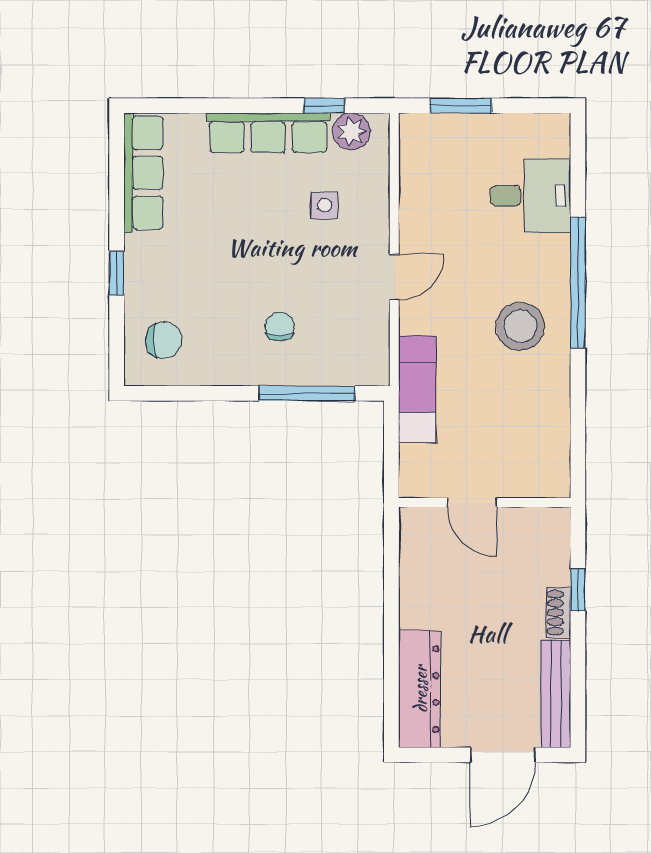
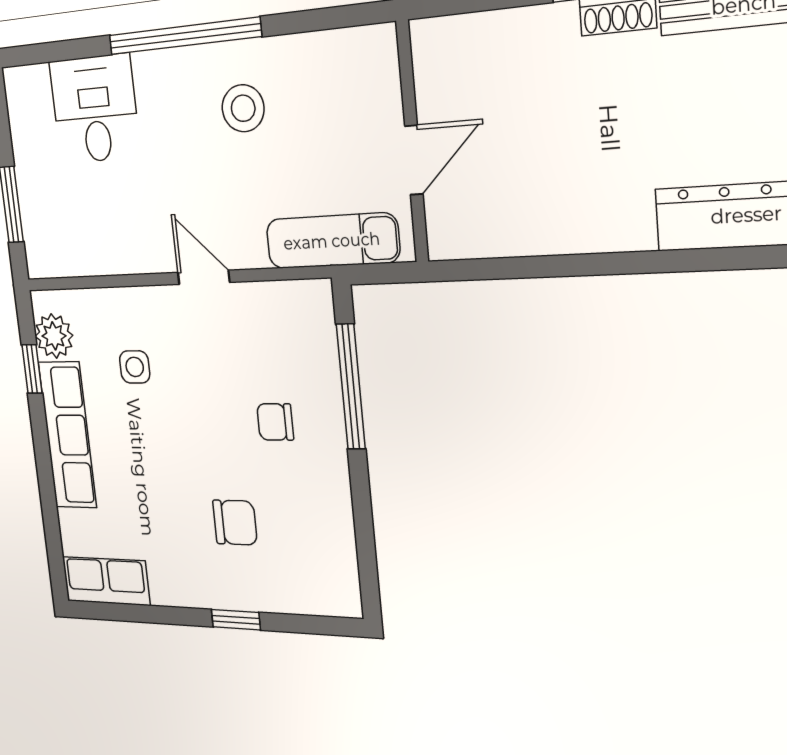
row of seats: (143, 173) -> (106, 581), width x0.68
stool: (520, 326) -> (243, 108), width x0.73, depth x0.73
chair: (164, 340) -> (235, 523), moved, turned 90
door: (472, 502) -> (414, 160), moved
wall: (485, 502) -> (412, 142), moved

